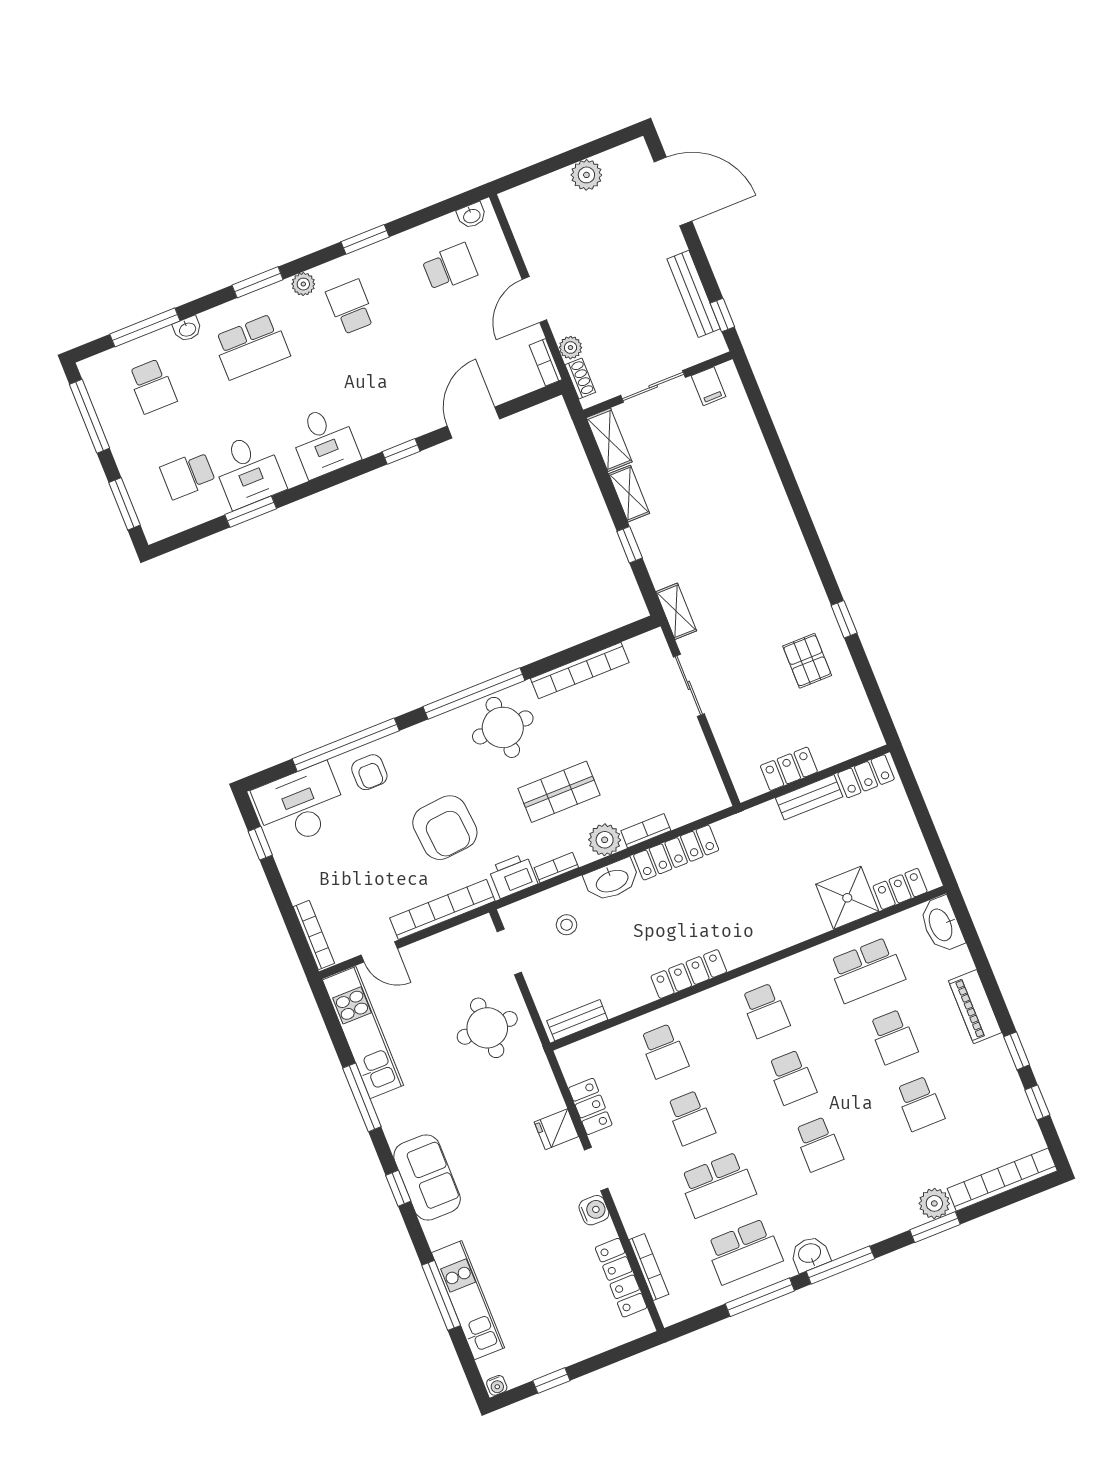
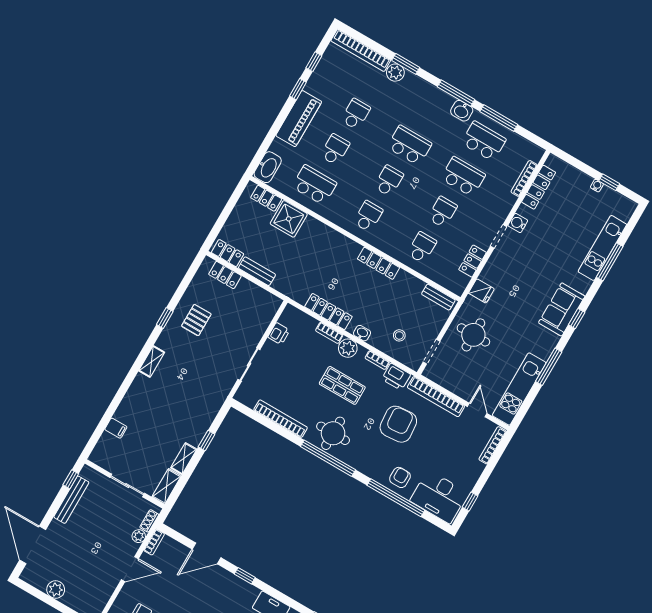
filing cabinet: (709, 386) -> (116, 428), moved, turned 90
shelving: (676, 611) -> (152, 362), moved
printer: (699, 760) -> (279, 334), added
locker: (789, 769) -> (225, 275), moved
washbasin: (612, 880) -> (362, 333), width x0.52, depth x0.69
piano: (975, 1007) -> (299, 119), width x1.37, depth x1.33
fridge: (556, 1129) -> (481, 291), moved
school desk: (819, 1144) -> (409, 145), width x1.85
water cooler: (497, 1385) -> (597, 186), moved

